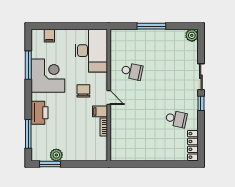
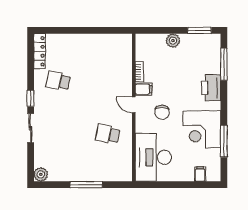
plant: (56, 155) -> (173, 41), moved

